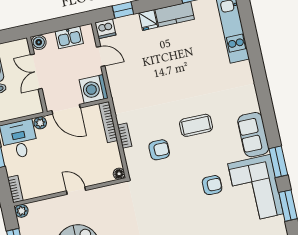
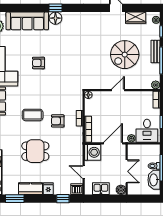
dining table: (180, 72) -> (35, 151), added
door: (66, 109) -> (113, 143), hinge flipped
armchair: (159, 150) -> (58, 121), moved
armchair: (212, 185) -> (38, 63), moved
door: (76, 191) -> (118, 90), swing flipped

